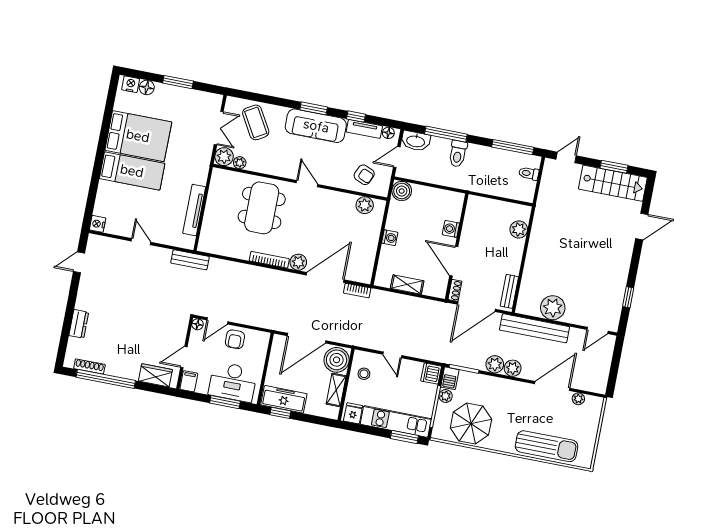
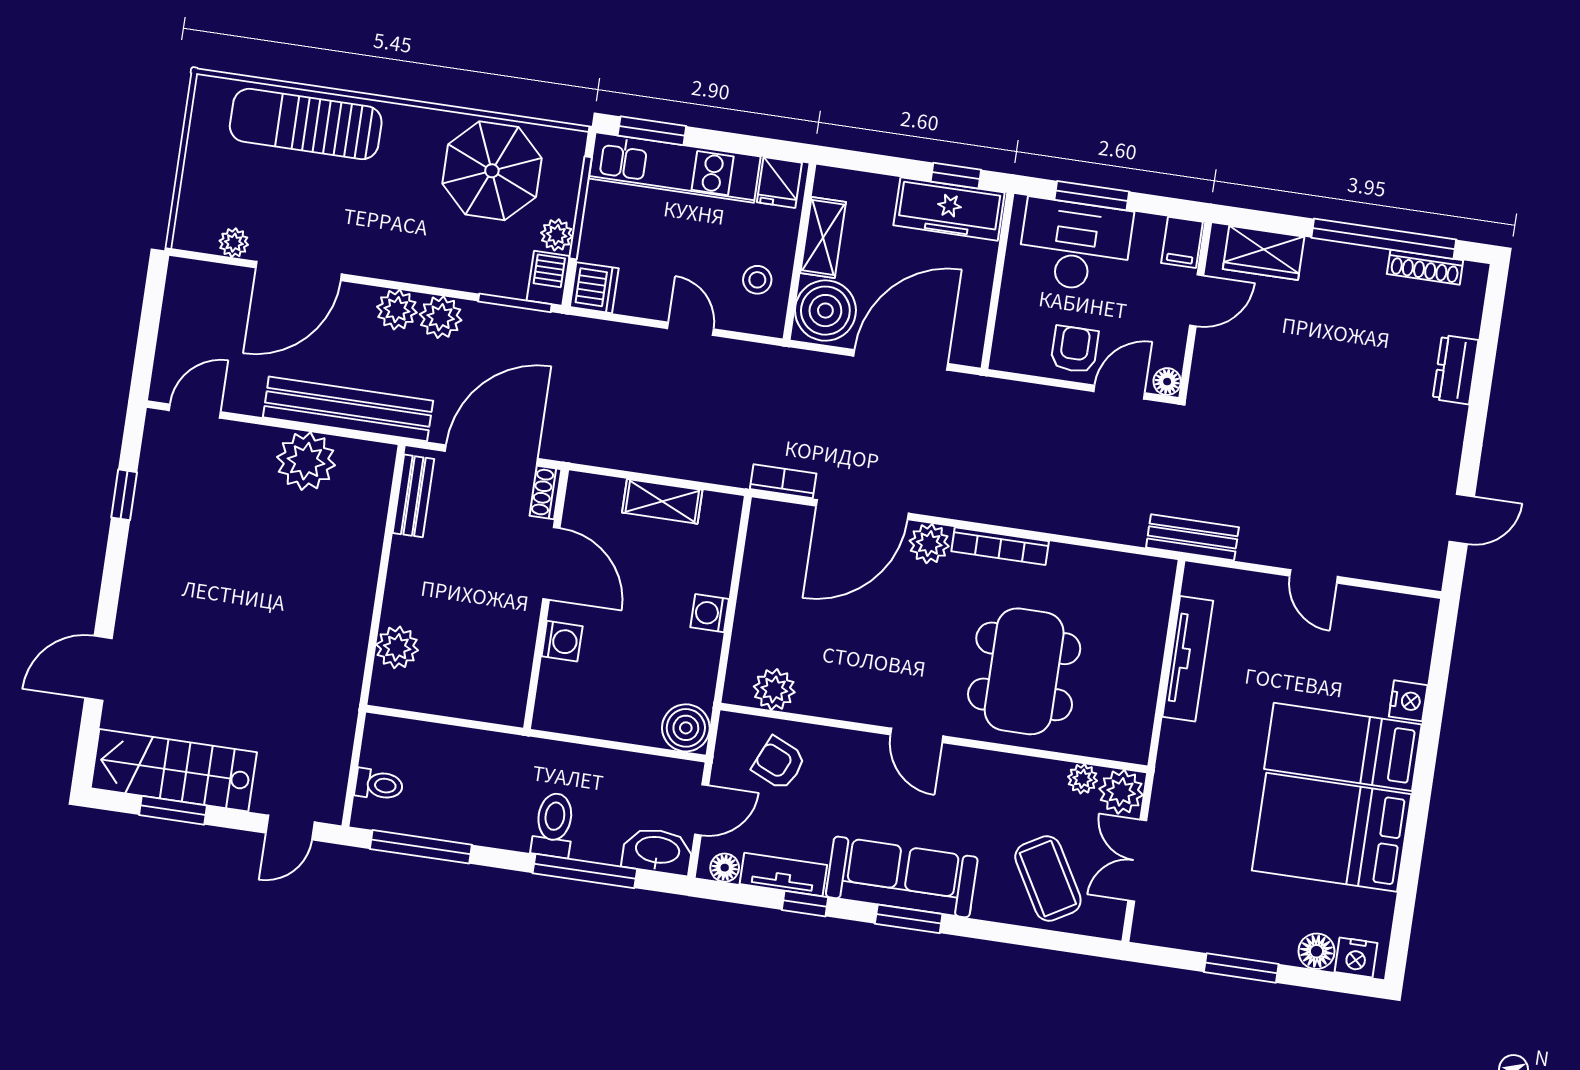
nightstand: (98, 224) -> (1408, 701), moved

